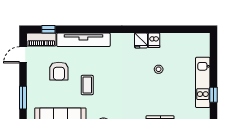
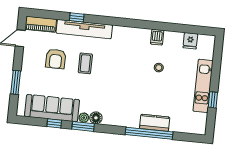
window: (48, 29) -> (77, 17), moved
fridge: (141, 40) -> (190, 41), moved
coffee table: (87, 85) -> (85, 63), moved

